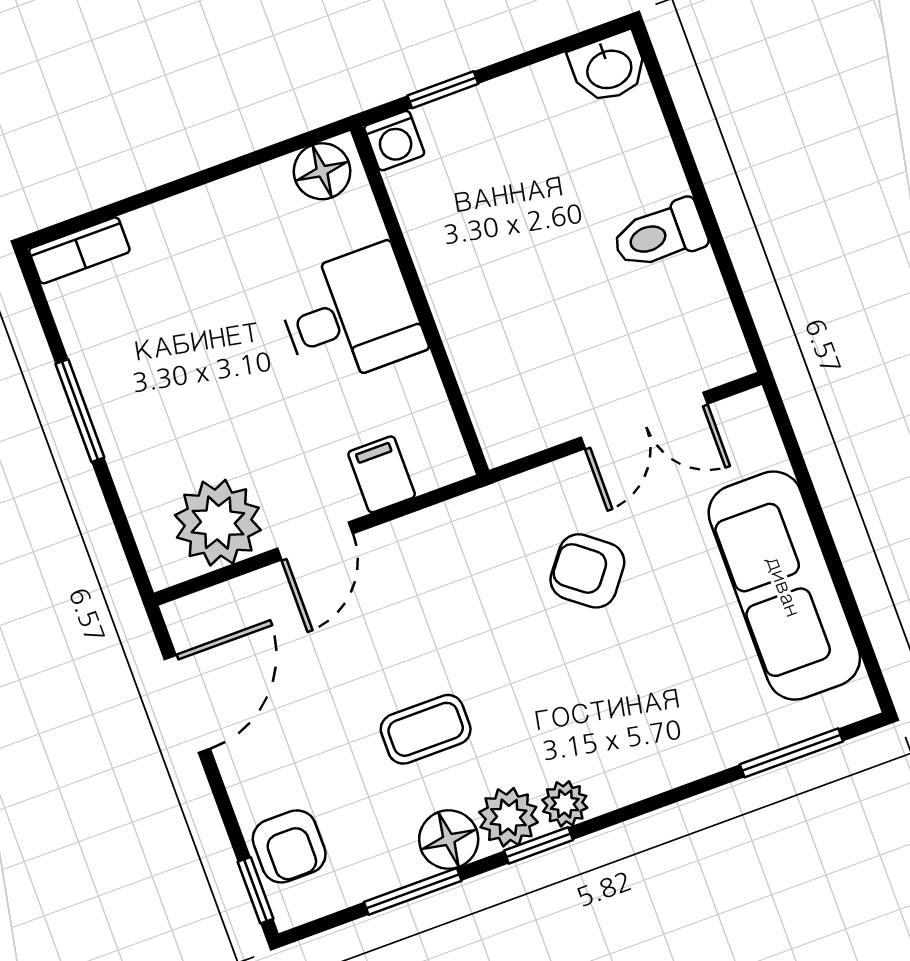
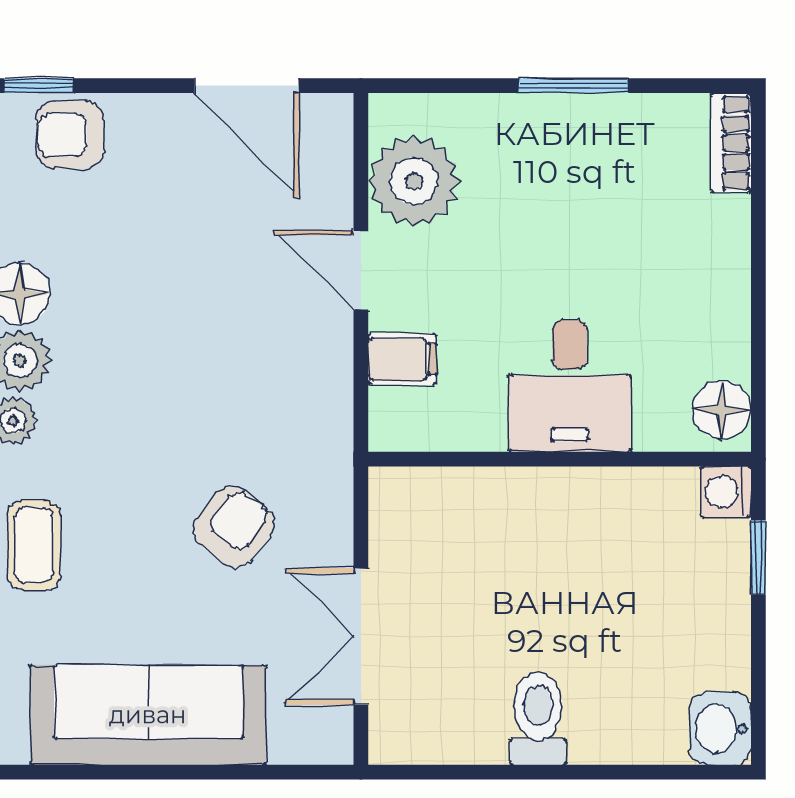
coffee table: (426, 729) -> (34, 545), moved

